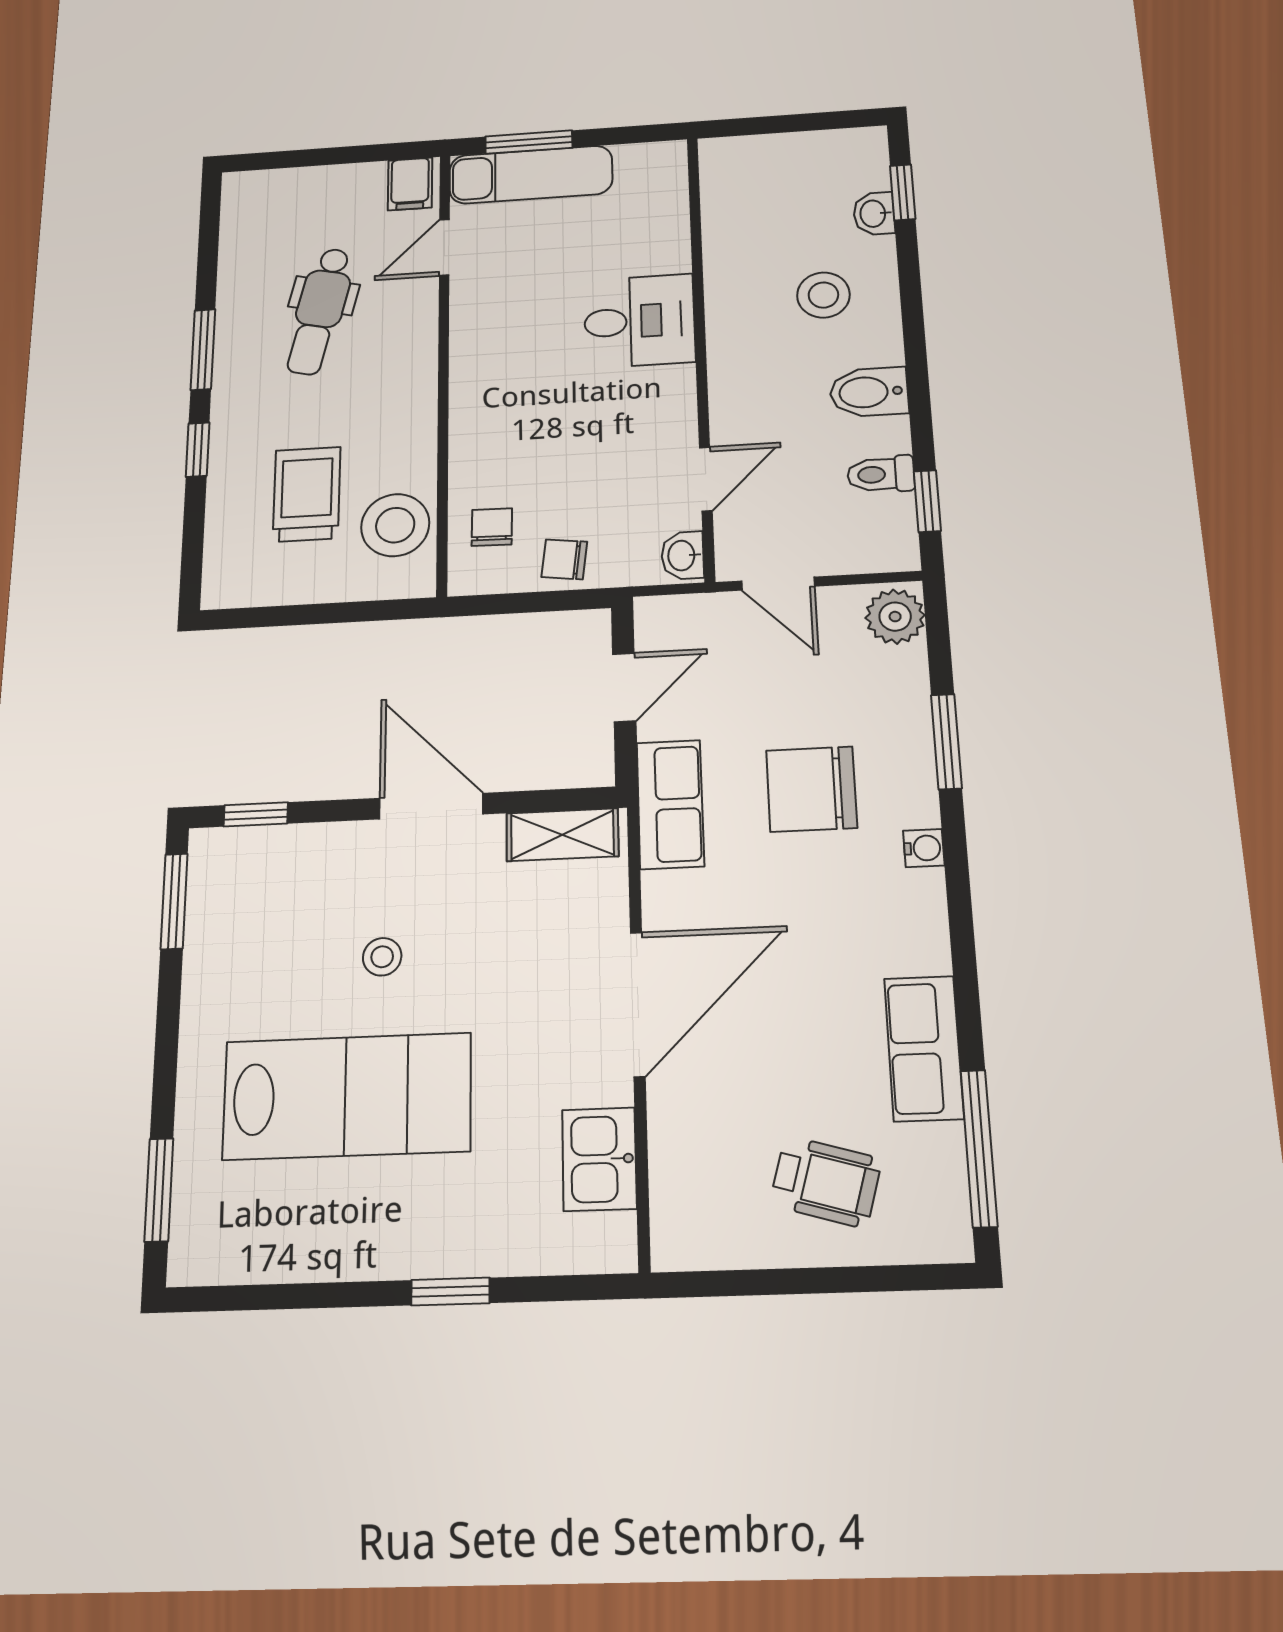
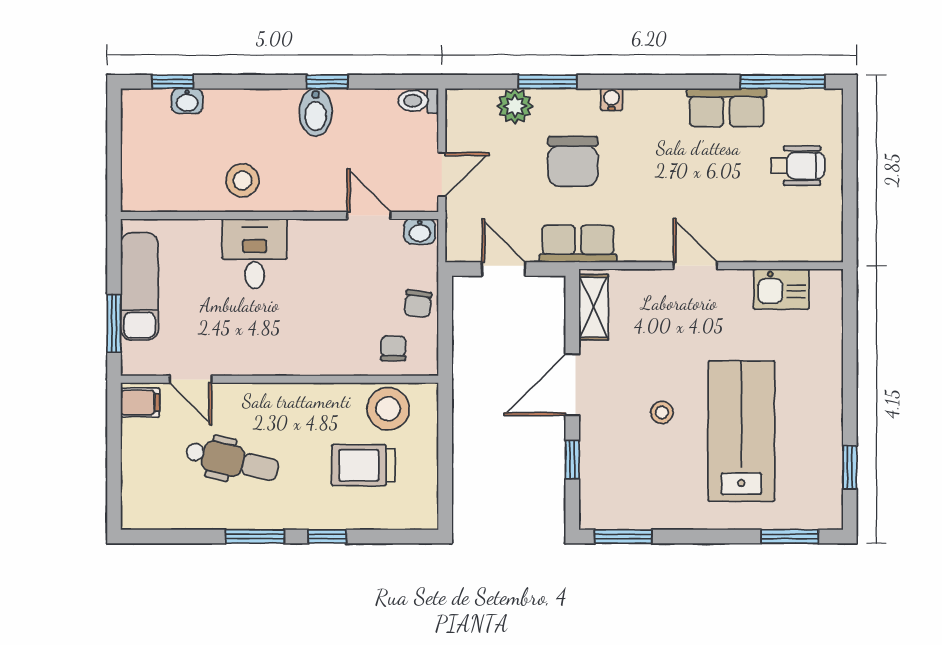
exam couch: (531, 175) -> (140, 286), moved
stool: (823, 295) -> (242, 180), moved
toilet: (881, 474) -> (418, 101), moved, turned 90
window: (927, 501) -> (327, 82), moved
chair: (492, 527) -> (393, 348), turned 89
plant: (895, 617) -> (515, 106), moved
window: (256, 814) -> (572, 460), moved
door: (638, 1004) -> (695, 266), width x0.53
wheelchair: (826, 1182) -> (798, 166), turned 74
window: (450, 1292) -> (850, 467), moved

